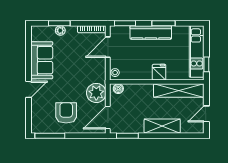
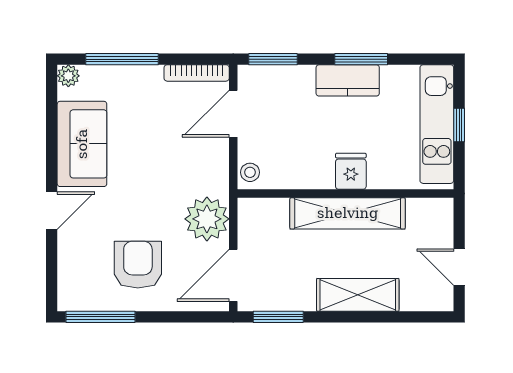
window: (59, 23) -> (122, 59), width x1.44
plant: (60, 30) -> (68, 76), moved
kitchen counter: (151, 33) -> (348, 80), width x0.67
window: (206, 64) -> (459, 125), moved
boiler: (118, 89) -> (257, 209), removed
shelving: (179, 91) -> (348, 213), moved
door: (206, 114) -> (459, 267), hinge flipped

